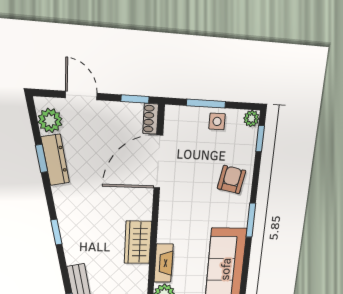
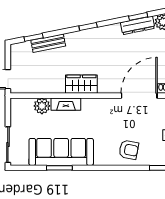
door: (158, 162) -> (139, 96), hinge flipped
window: (251, 220) -> (59, 168), moved

